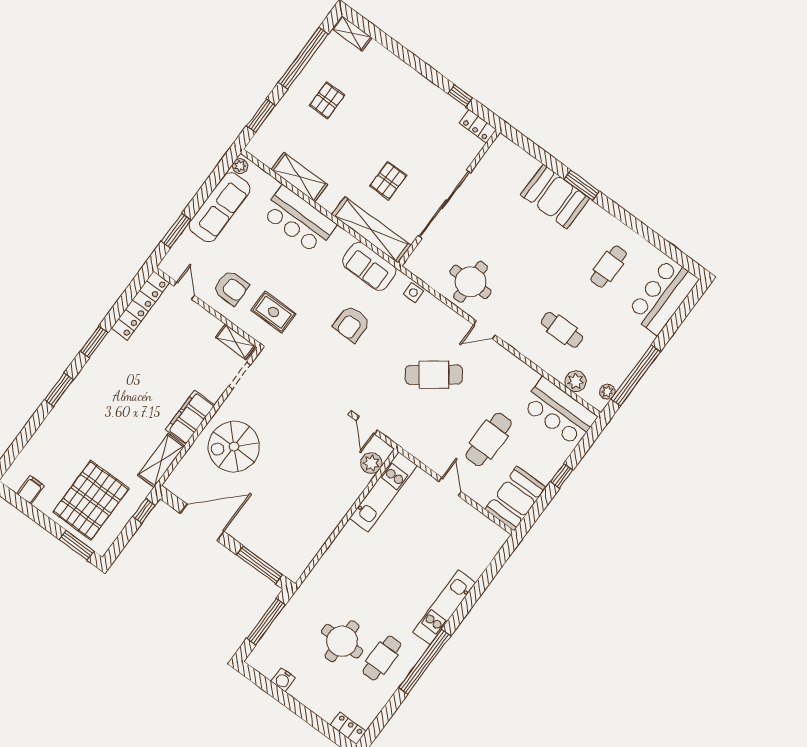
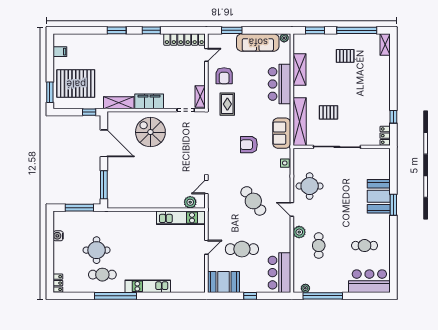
plant: (576, 381) -> (299, 232), moved

